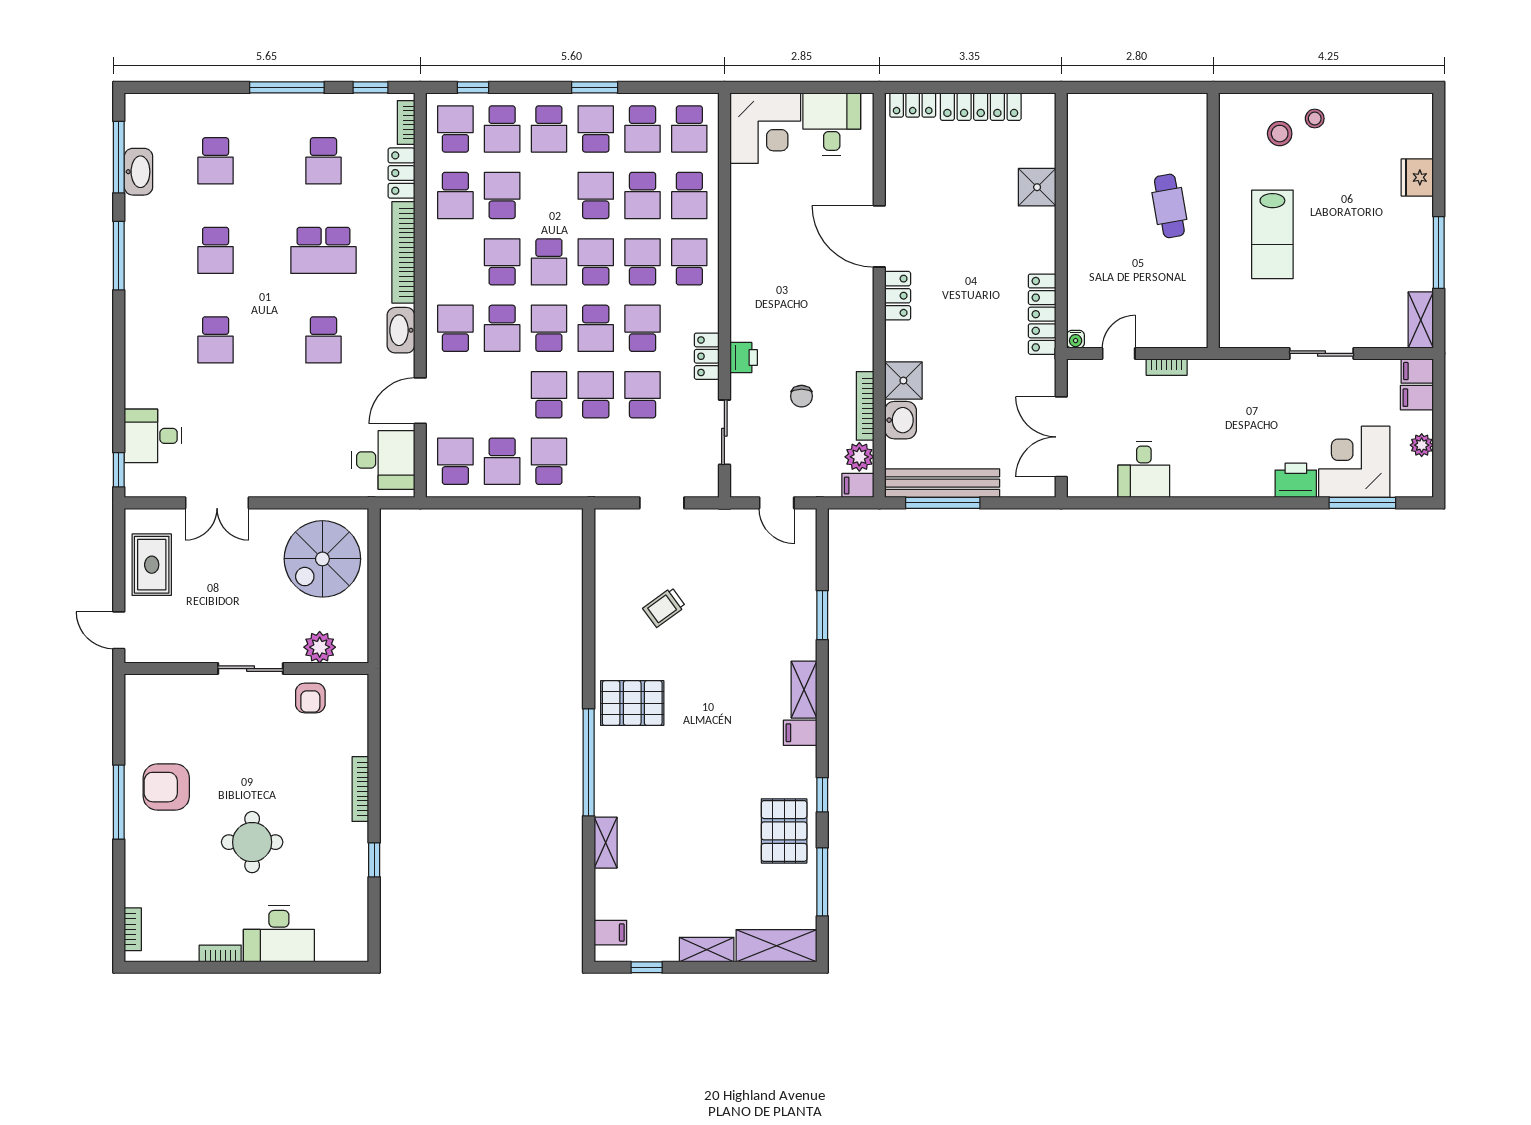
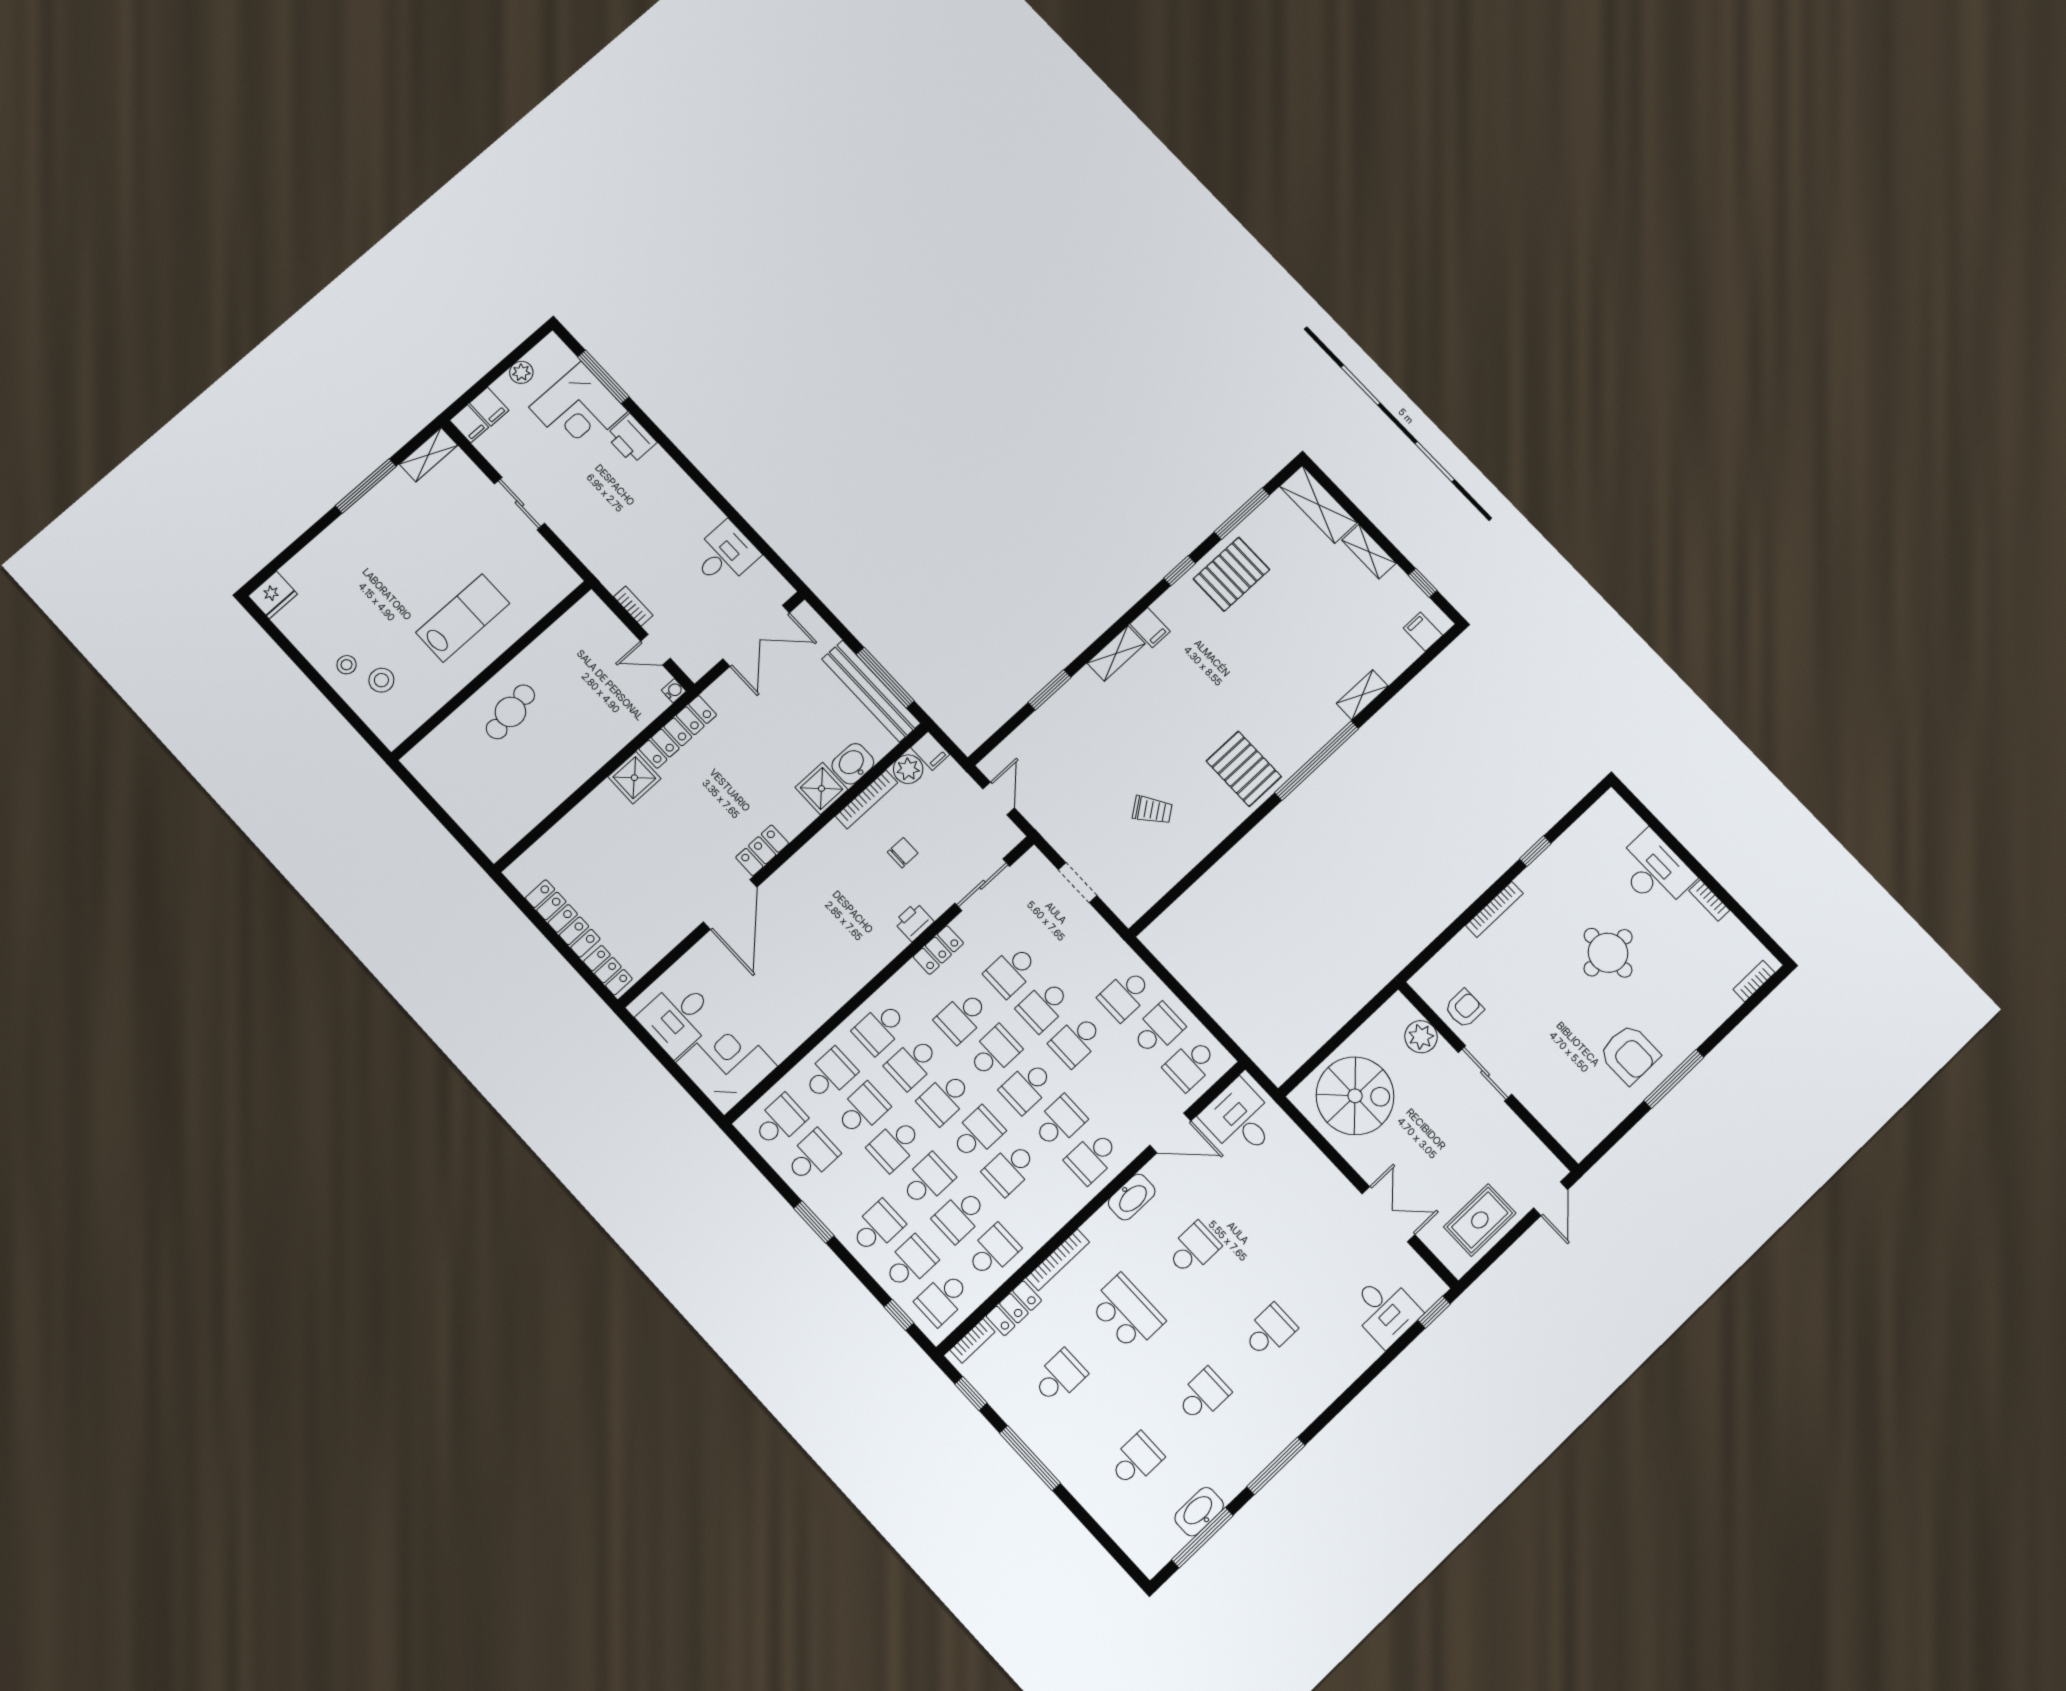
school desk: (596, 129) -> (927, 1180), moved, turned 180
fridge: (1417, 177) -> (273, 595), moved
shower: (1037, 187) -> (634, 778), moved
bookcase: (403, 252) -> (1058, 1260), width x0.68, depth x0.76

